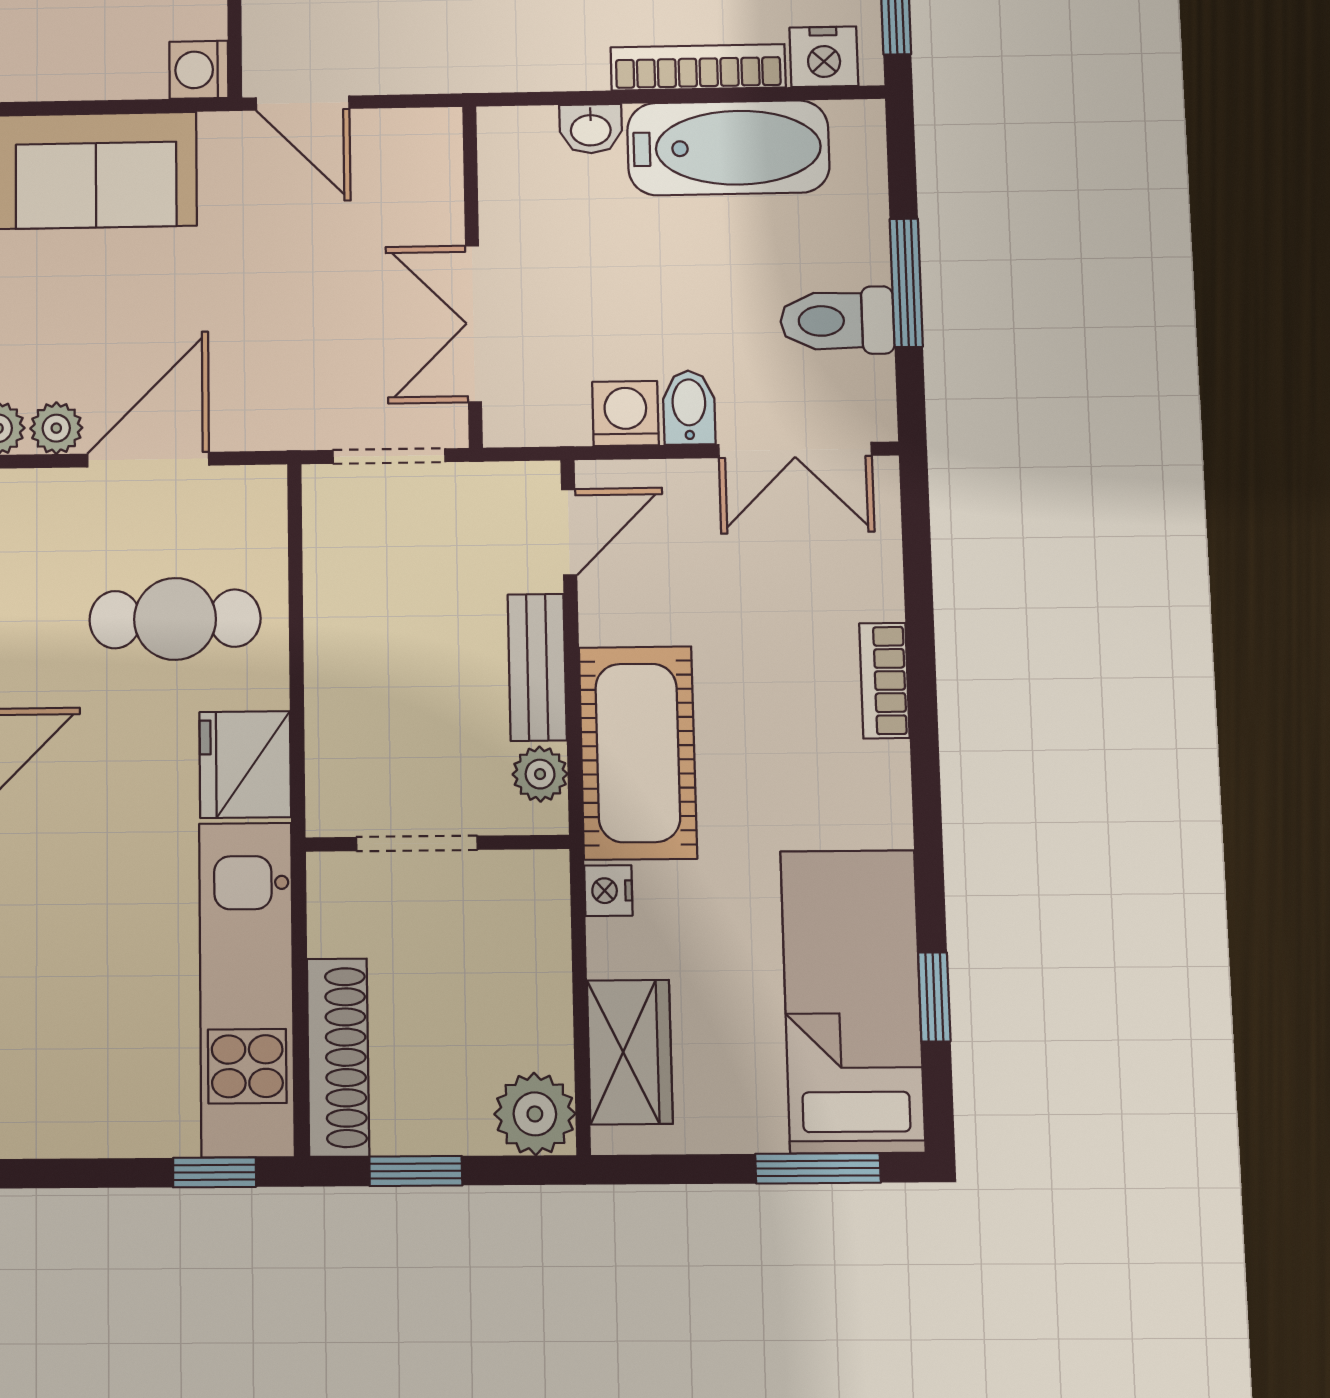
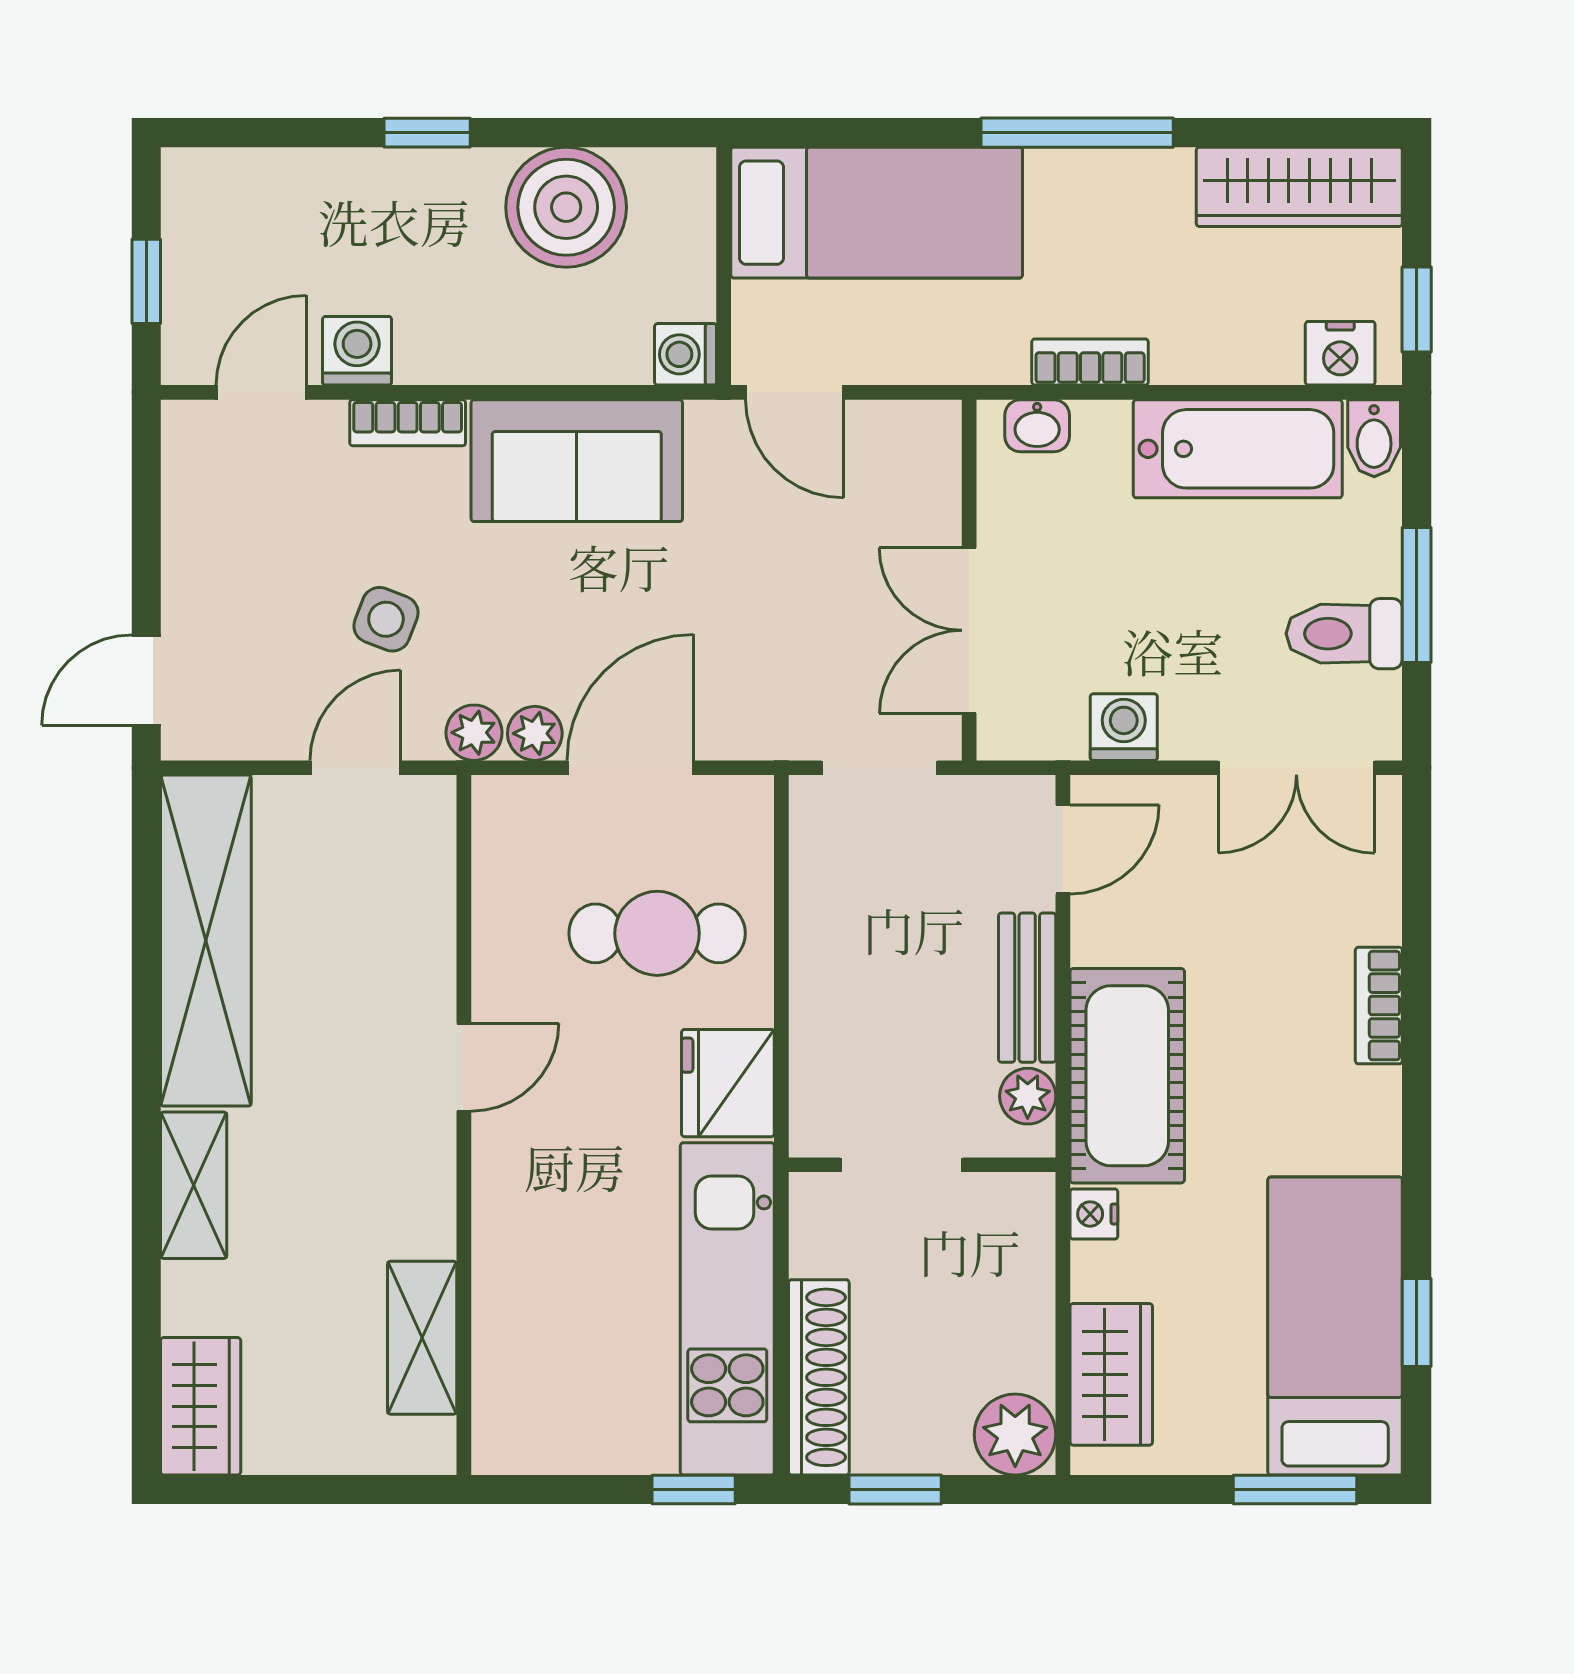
bookcase: (698, 67) -> (1090, 362), moved, width x0.64
washbasin: (591, 129) -> (1037, 426), moved
bidet: (689, 408) -> (1374, 438), moved, turned 180

